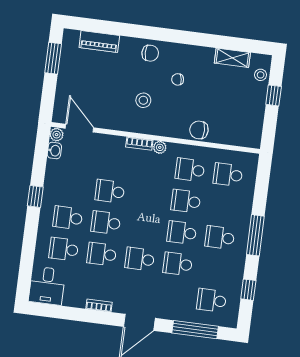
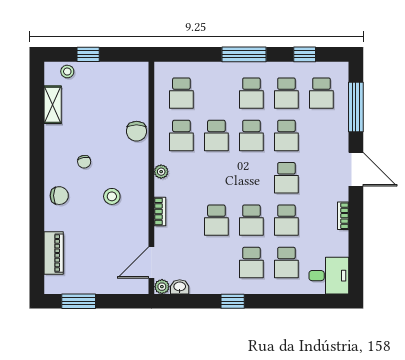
chair: (150, 53) -> (59, 196), turned 90
bookcase: (139, 144) -> (160, 211), moved
school desk: (216, 269) -> (286, 93), added

